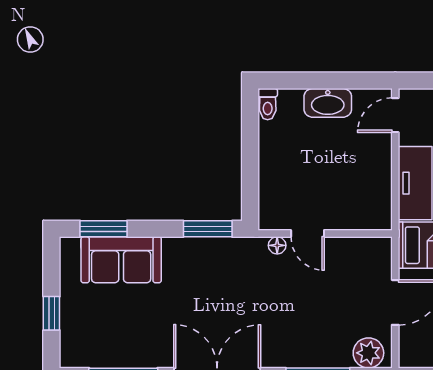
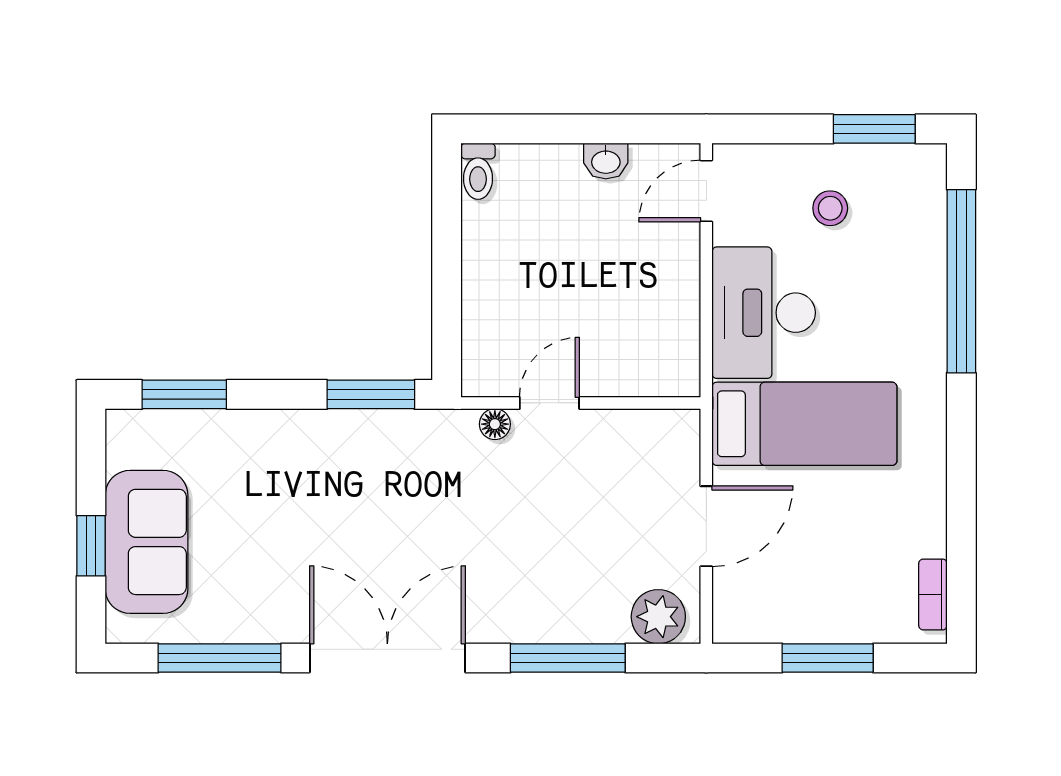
washbasin: (328, 103) -> (606, 161), width x0.52, depth x0.69
door: (308, 234) -> (549, 403), swing flipped
sofa: (121, 260) -> (147, 542), moved, turned -90

